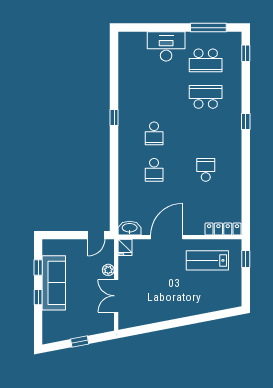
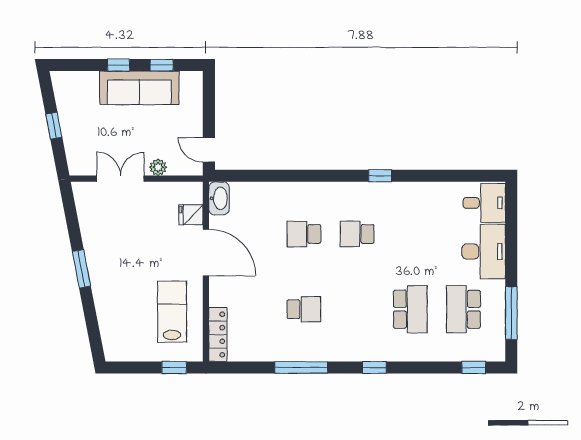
desk: (133, 46) -> (484, 203), added
window: (246, 172) -> (301, 367), added
fridge: (125, 247) -> (191, 215), moved
window: (178, 323) -> (81, 269), added

